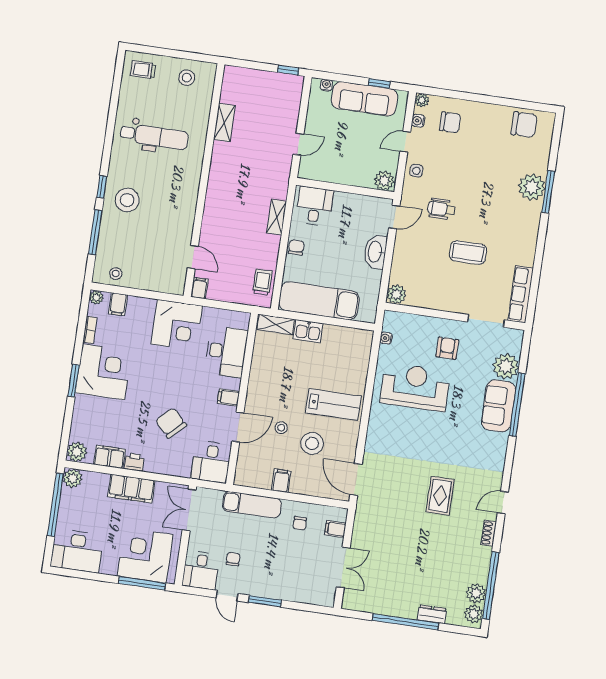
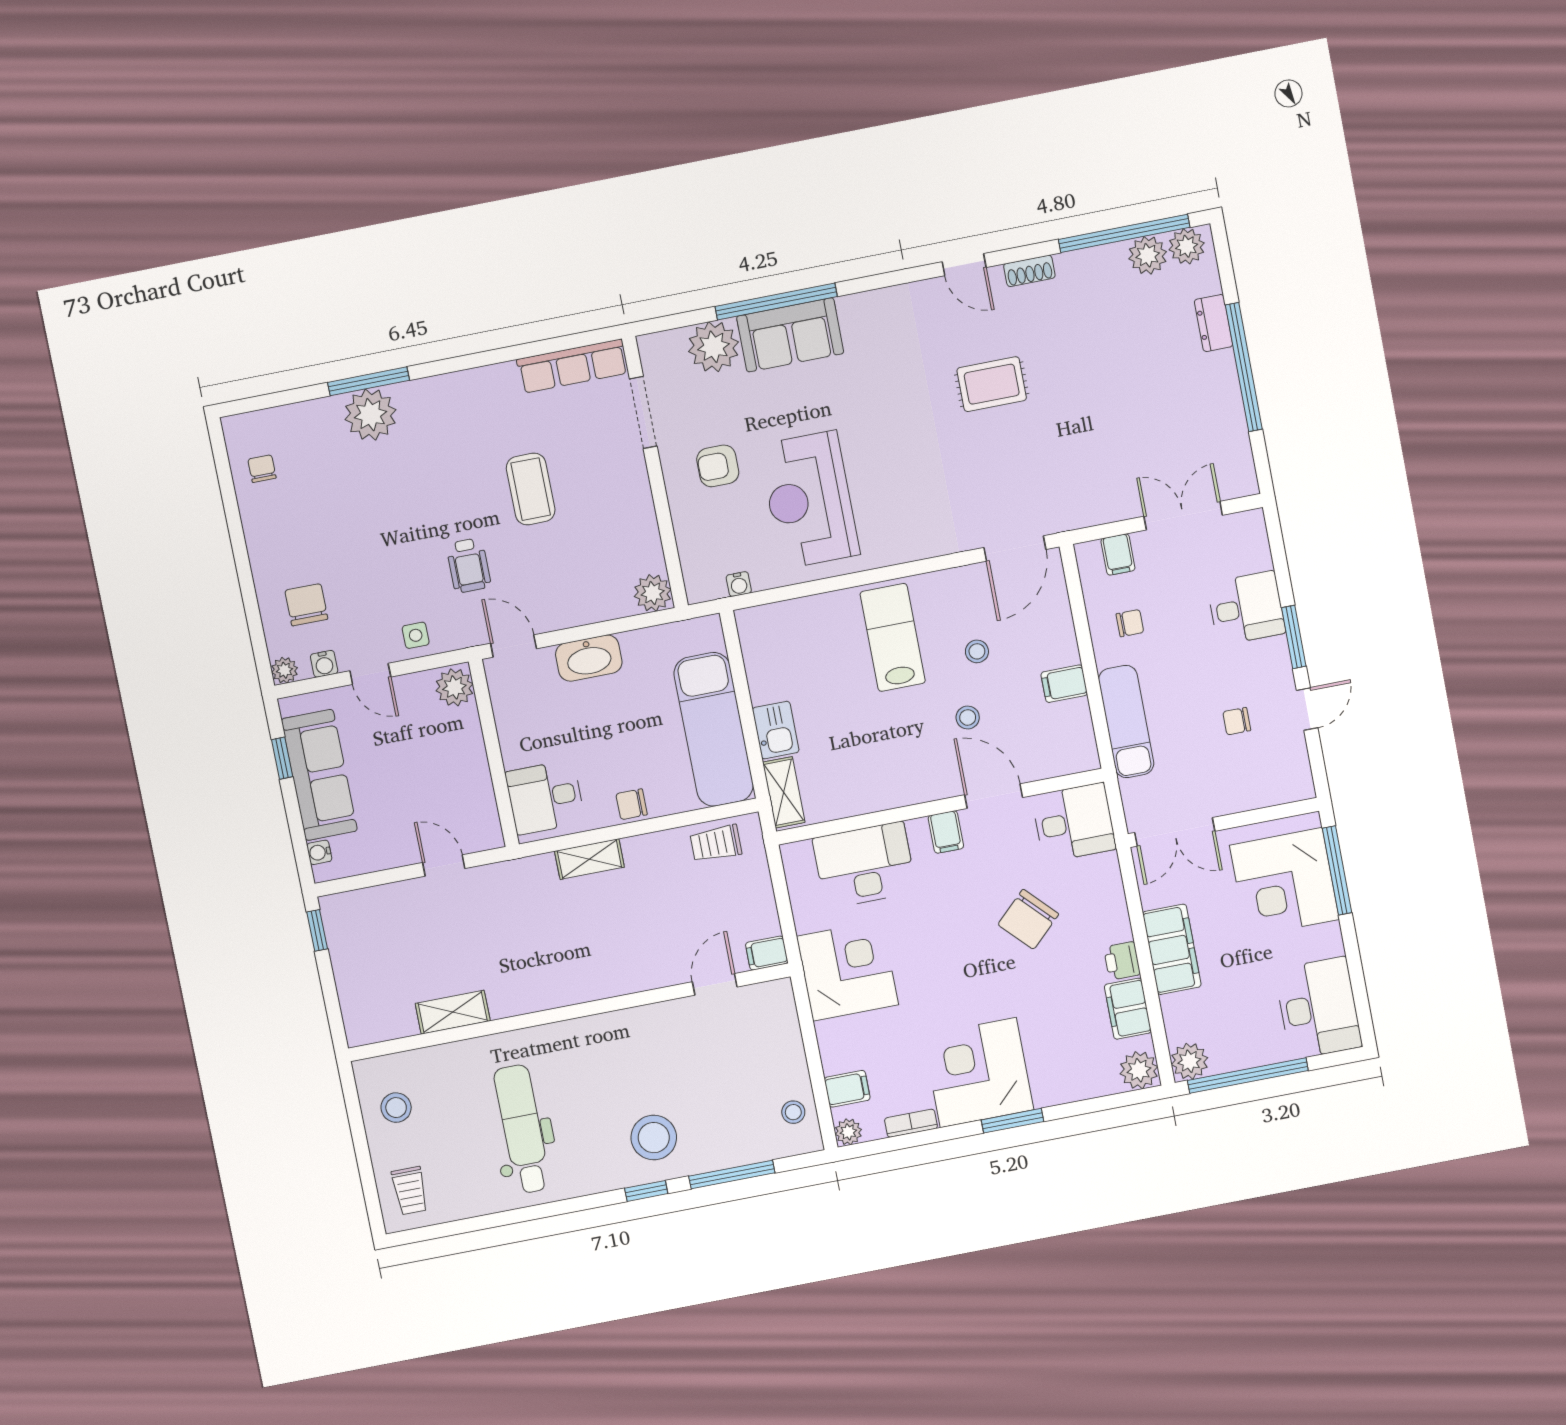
chair: (524, 125) -> (262, 469), width x0.54, depth x0.54
stool: (312, 443) -> (977, 651), width x0.53, depth x0.53
desk: (201, 570) -> (1246, 608), moved

